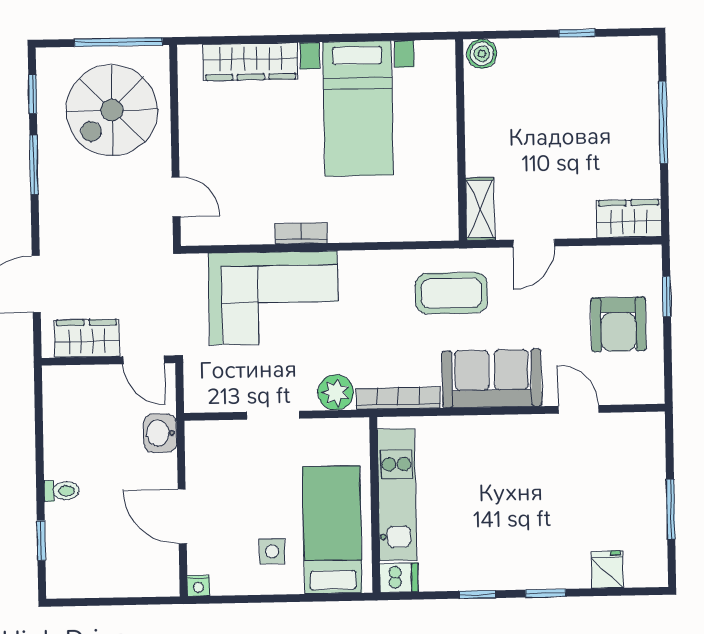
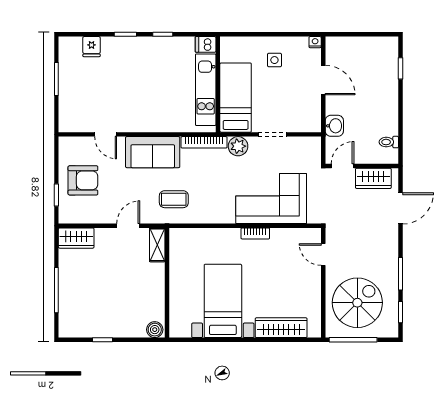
coffee table: (451, 293) -> (174, 199), width x0.73, depth x0.77
armchair: (618, 324) -> (83, 180), turned 90
door: (144, 360) -> (343, 166), hinge flipped
toilet: (62, 491) -> (389, 142), moved
bed: (332, 530) -> (236, 98), moved, turned 180

